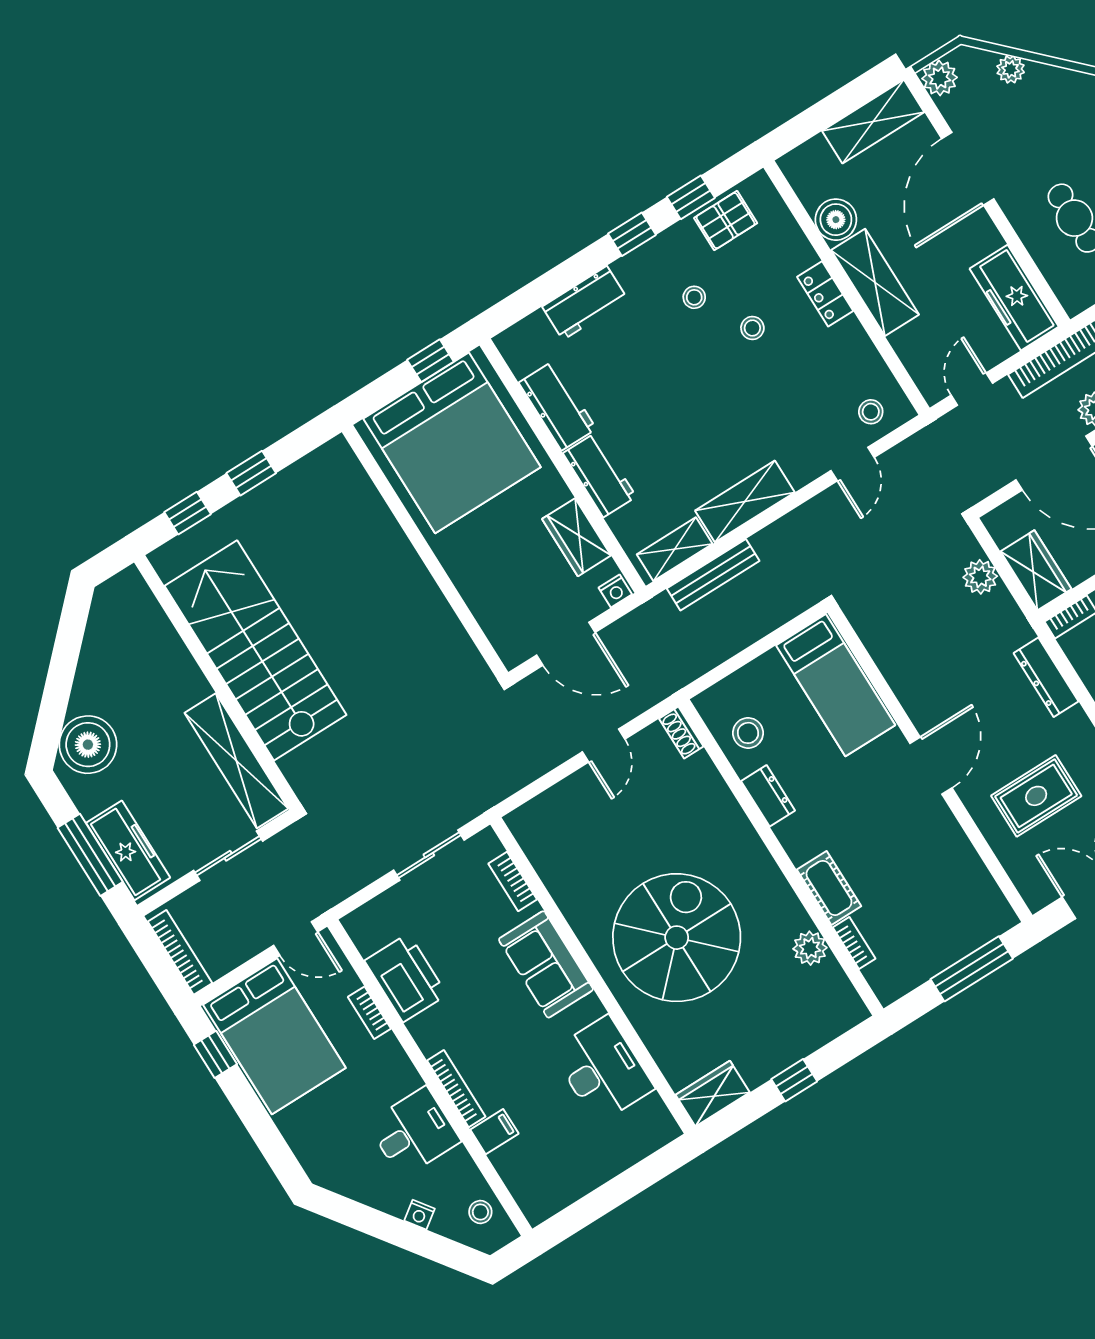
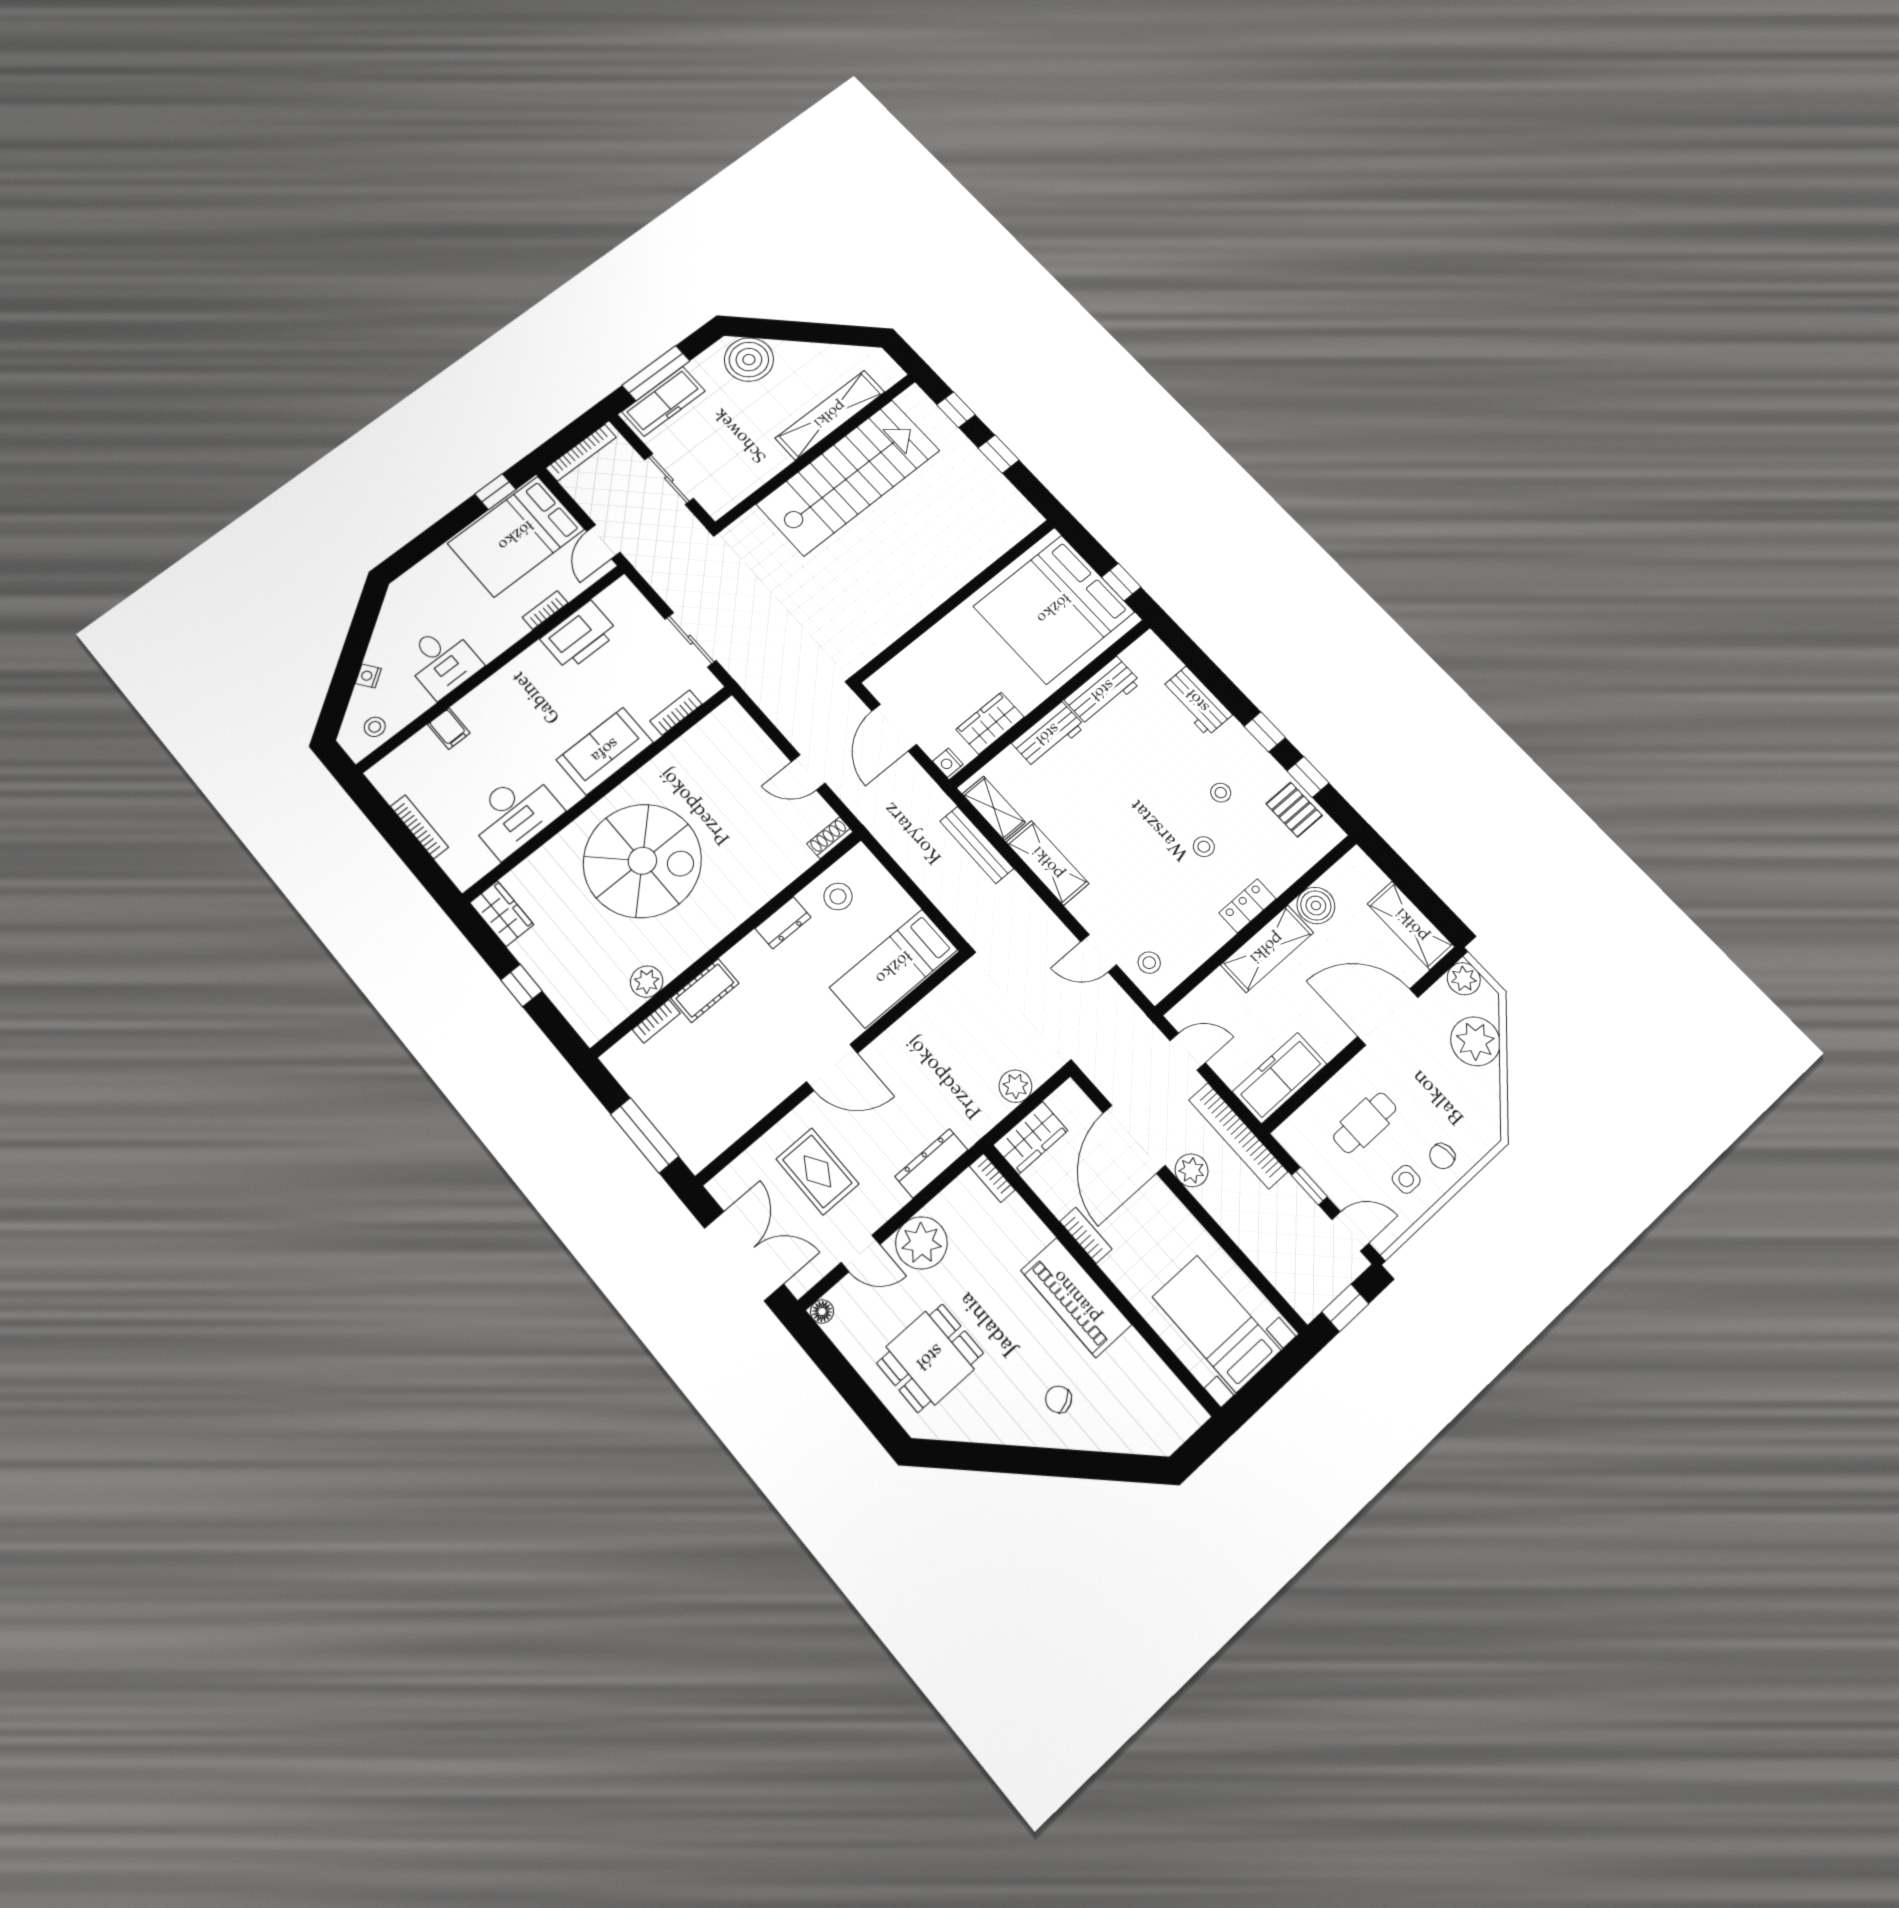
plant: (1011, 69) -> (1475, 1041), width x1.87, depth x1.87
shelving: (236, 761) -> (830, 415), moved
bookcase: (456, 1089) -> (419, 827), moved, turned -90

